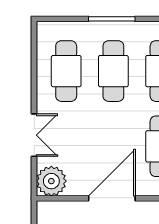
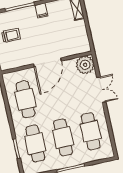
double door: (34, 135) -> (101, 90), swing flipped

